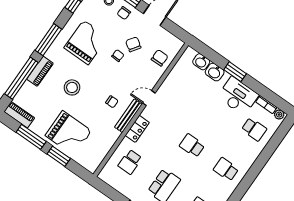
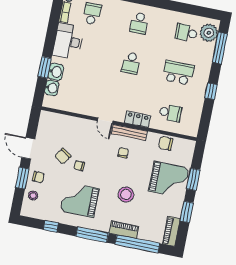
chair: (160, 58) -> (166, 143), moved
window: (235, 72) -> (45, 67), moved
grand piano: (68, 133) -> (169, 180), turned 90
window: (31, 137) -> (187, 212), width x0.69

